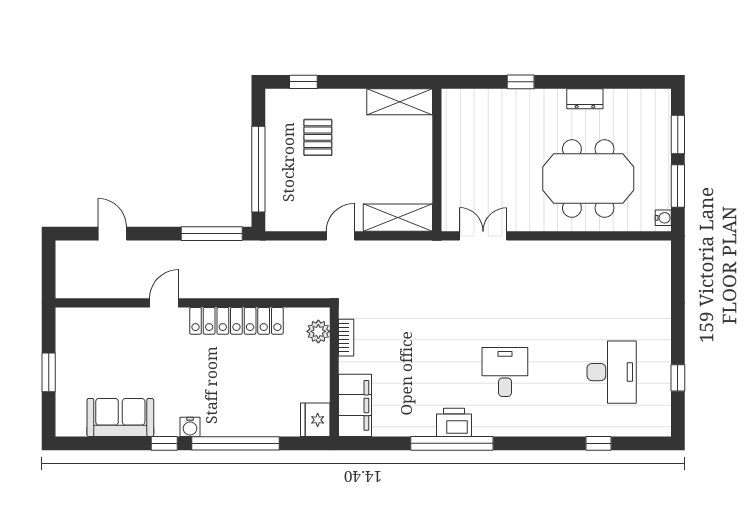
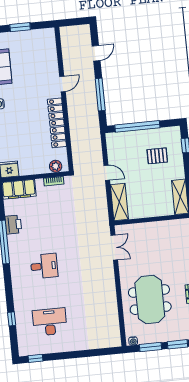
window: (212, 234) -> (100, 95), moved
door: (164, 303) -> (63, 84), hinge flipped
desk: (612, 372) -> (50, 322), turned 180
window: (678, 378) -> (36, 358), moved
printer: (454, 422) -> (13, 225), moved

